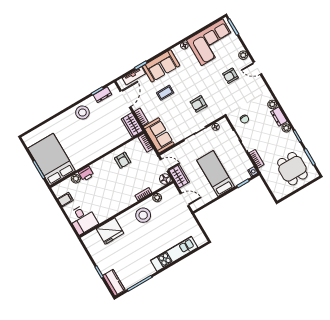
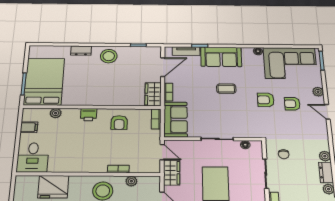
coffee table: (165, 93) -> (226, 89), moved
dresser: (102, 95) -> (81, 51), moved
armchair: (199, 104) -> (266, 100), moved
printer: (86, 174) -> (89, 115), moved
floor lamp: (165, 179) -> (153, 167), removed

